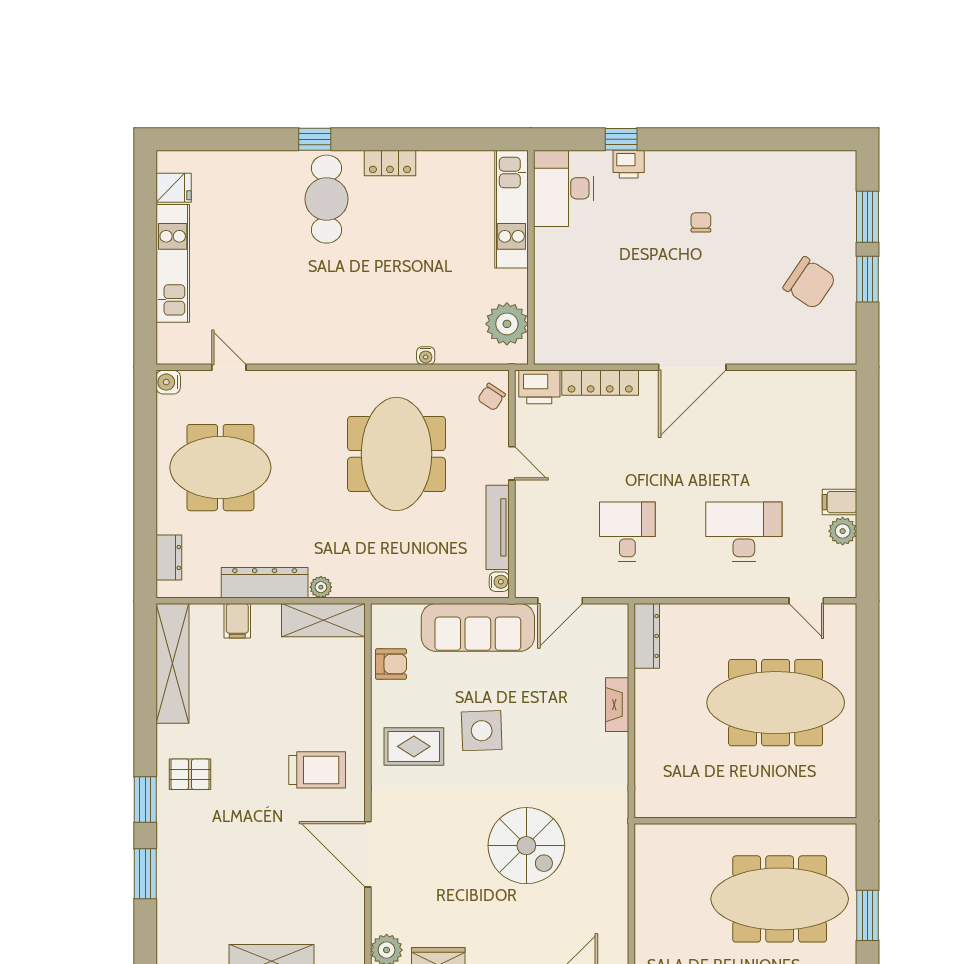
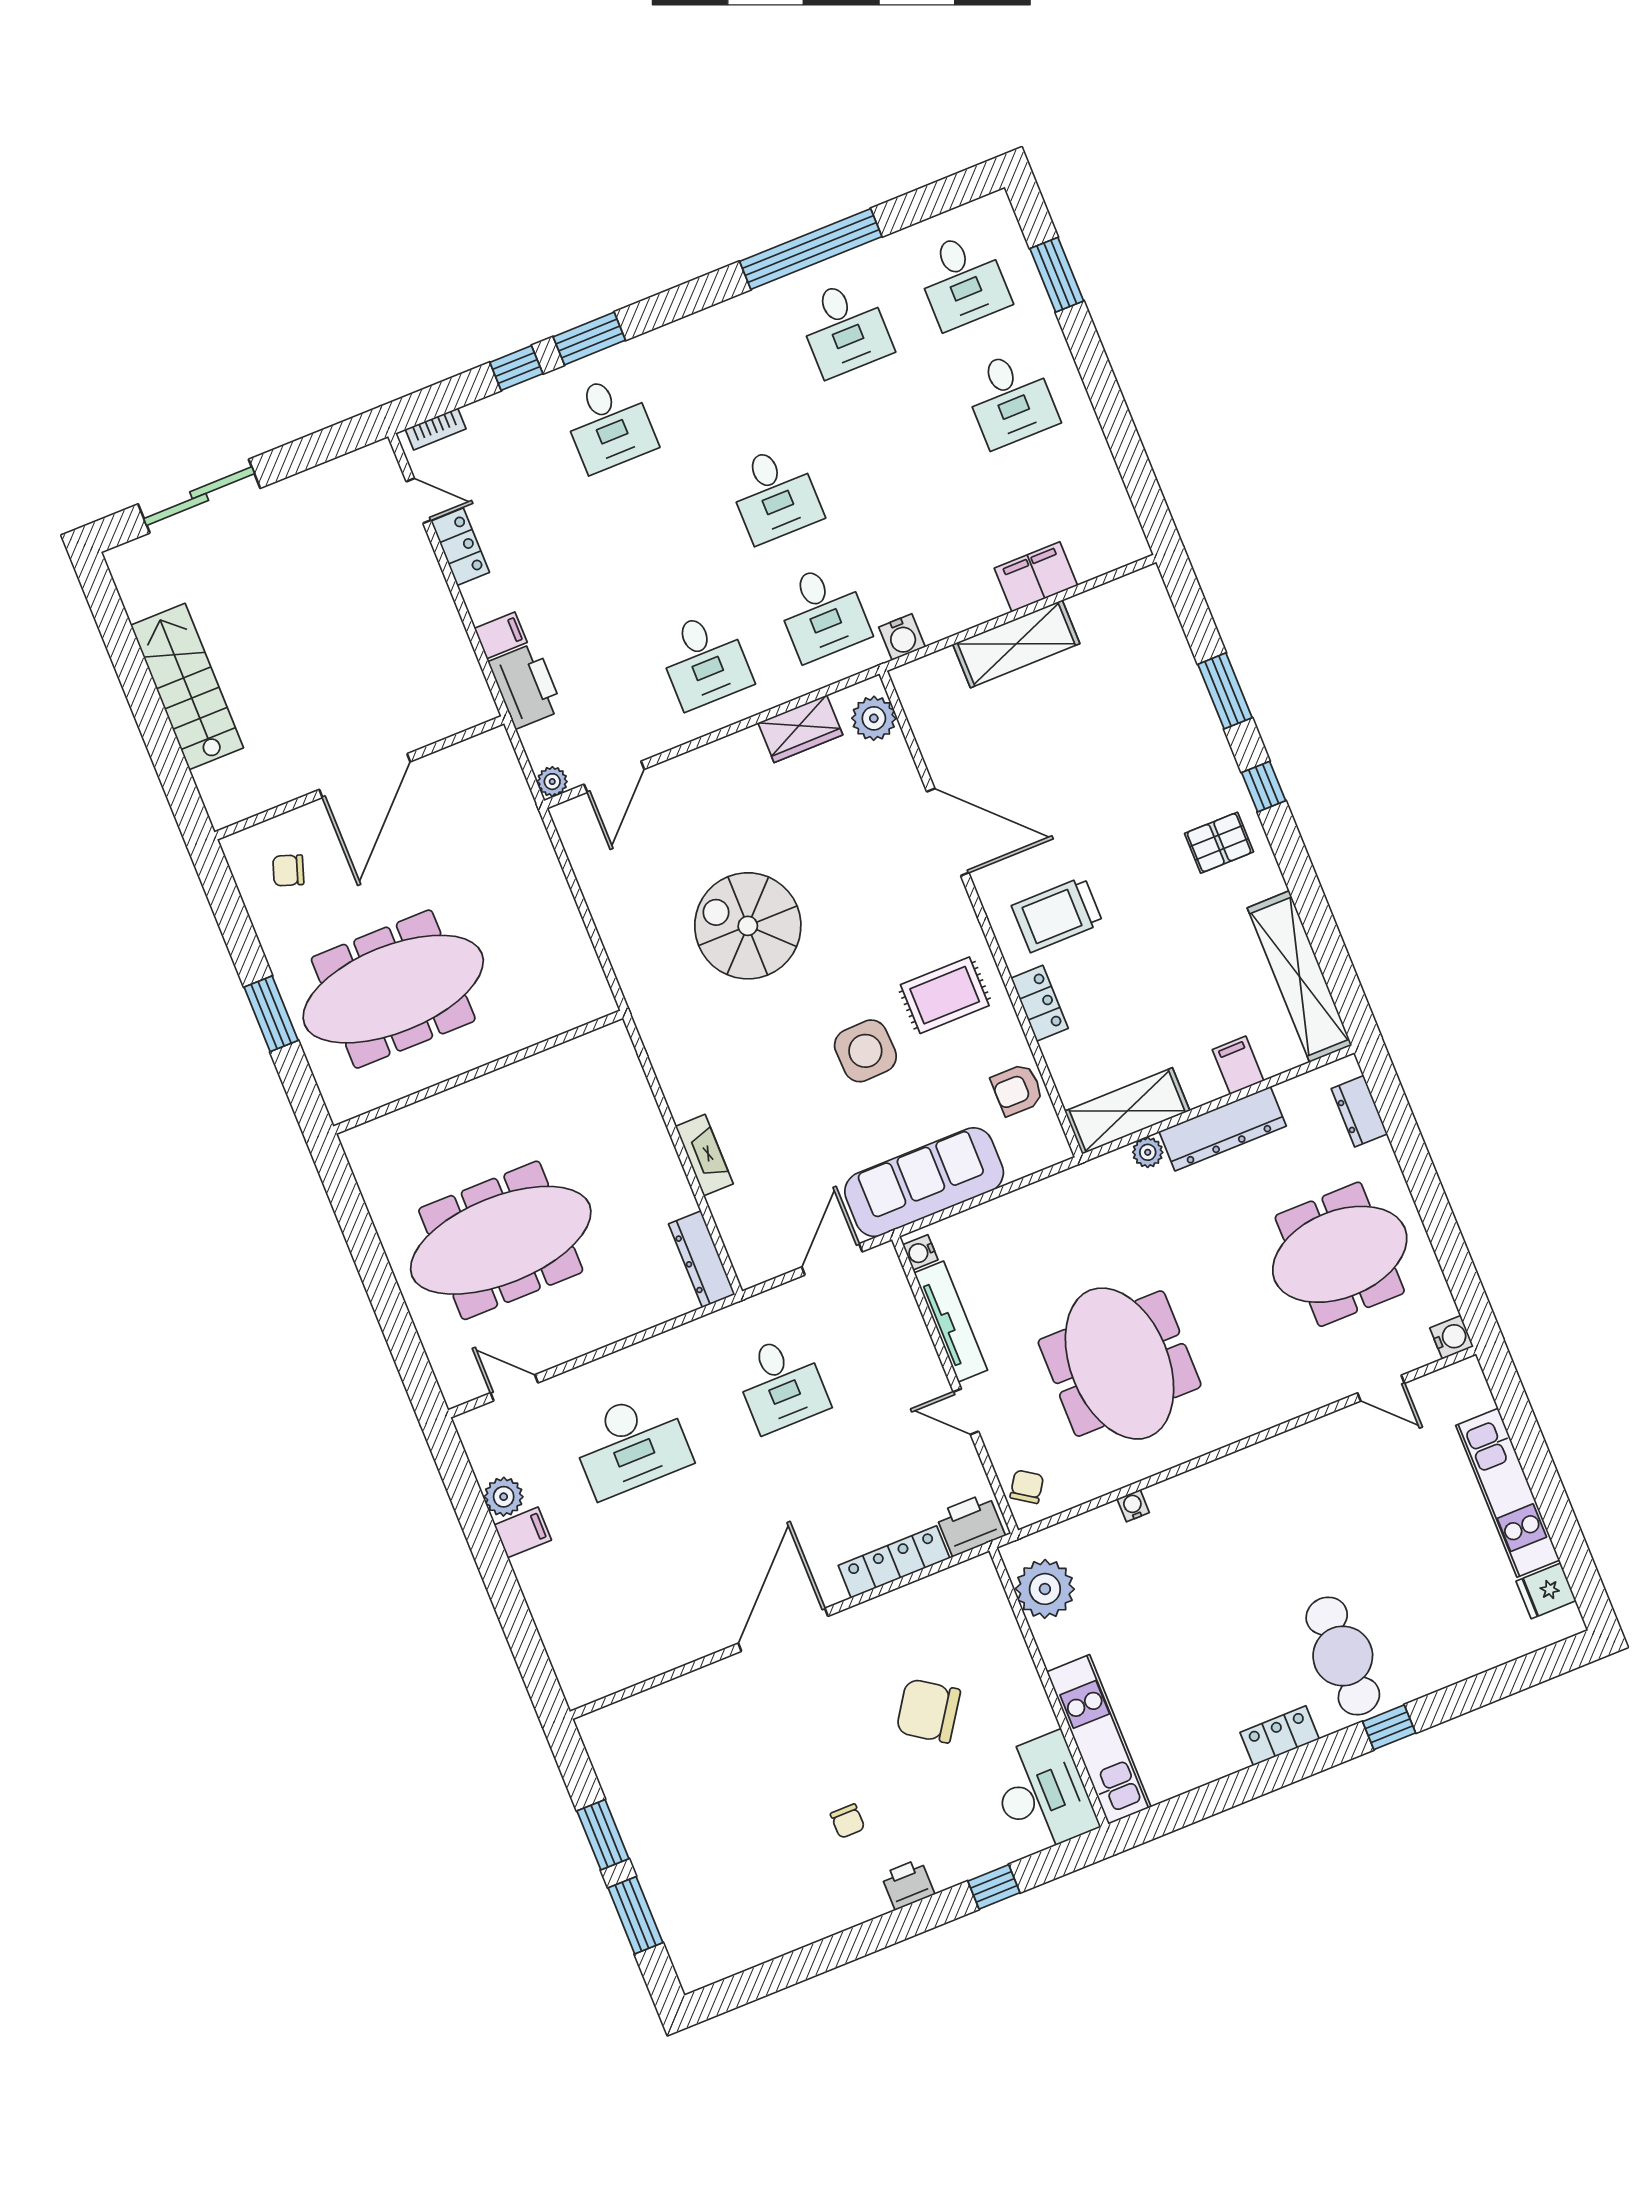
printer: (629, 164) -> (908, 1884), moved
chair: (810, 283) -> (928, 1711), moved
locker: (353, 716) -> (1040, 1003), added
window: (145, 800) -> (1264, 787), width x0.67

